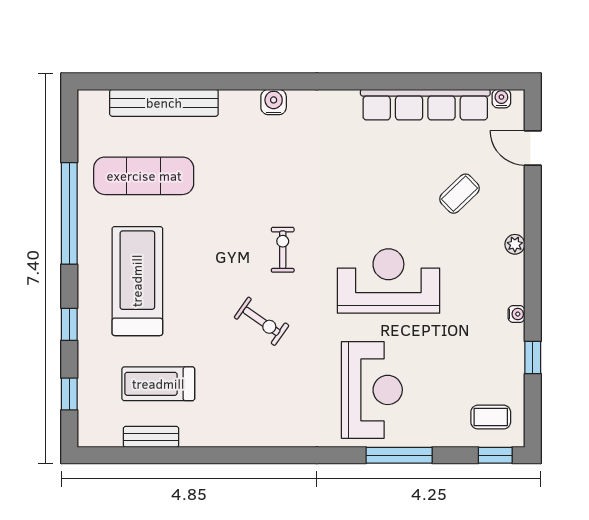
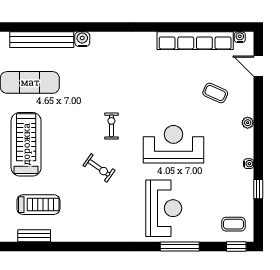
water cooler: (274, 102) -> (82, 39), moved
coffee table: (460, 194) -> (215, 93), turned 68
treadmill: (158, 384) -> (38, 205), turned 180

